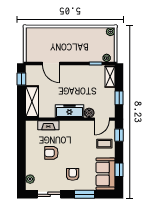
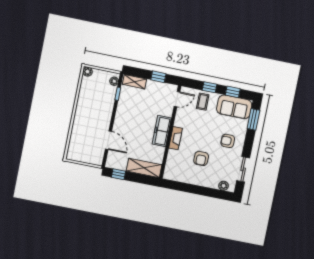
door: (51, 63) -> (108, 140), hinge flipped
boiler: (89, 113) -> (168, 111), removed
door: (102, 119) -> (177, 99), hinge flipped
fireplace: (48, 125) -> (176, 138), moved
window: (119, 135) -> (210, 87), moved
window: (85, 194) -> (253, 119), moved

